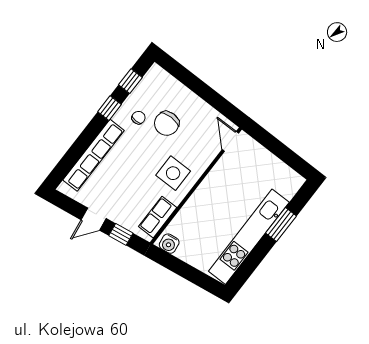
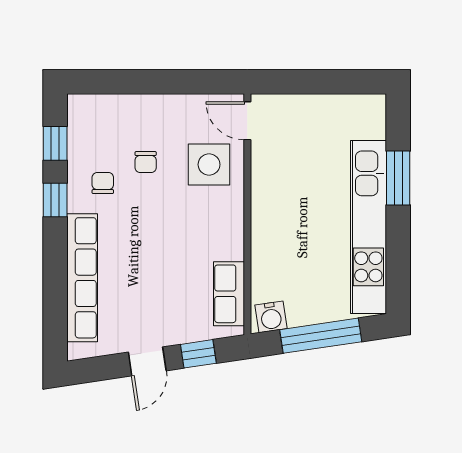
chair: (167, 123) -> (146, 162), width x0.54, depth x0.54
side table: (173, 173) -> (209, 165), moved
window: (186, 271) -> (321, 336), added

